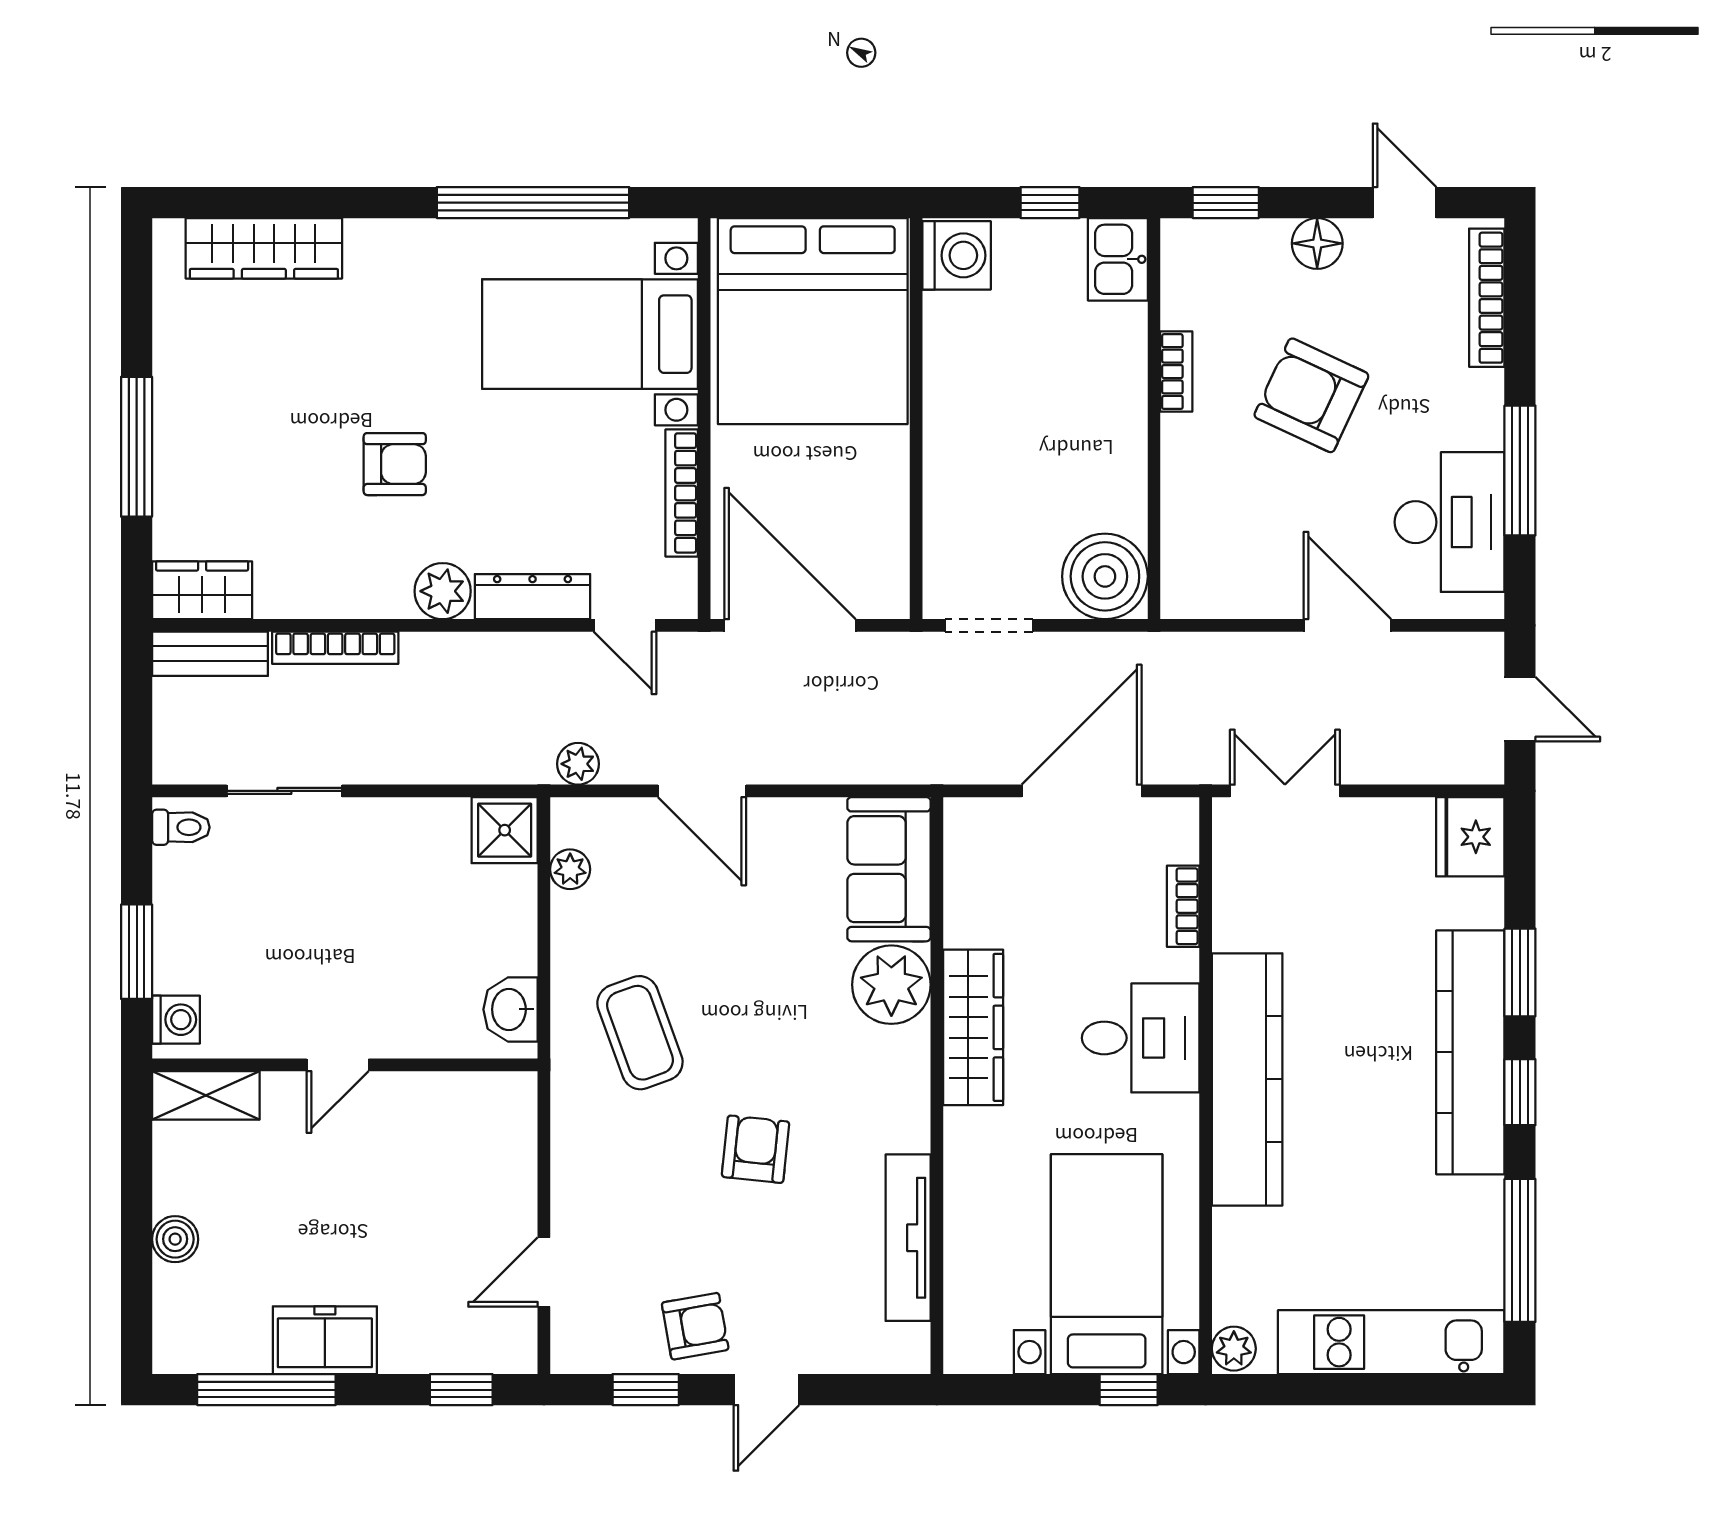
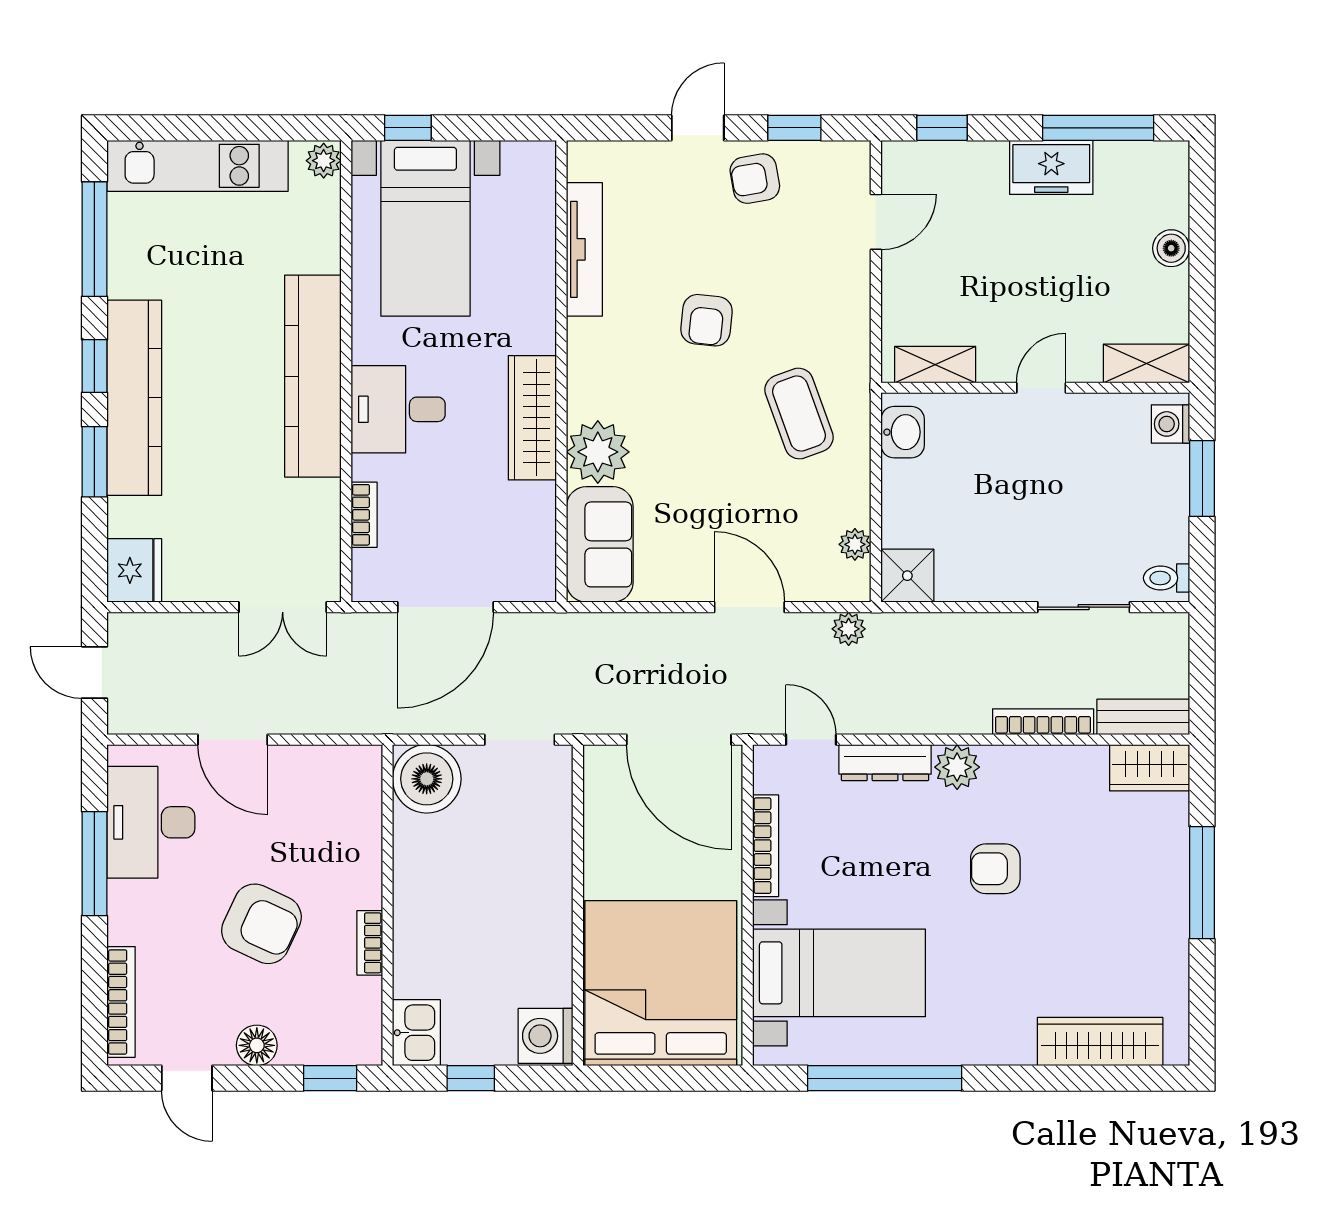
shelving: (470, 1094) -> (935, 365), added

